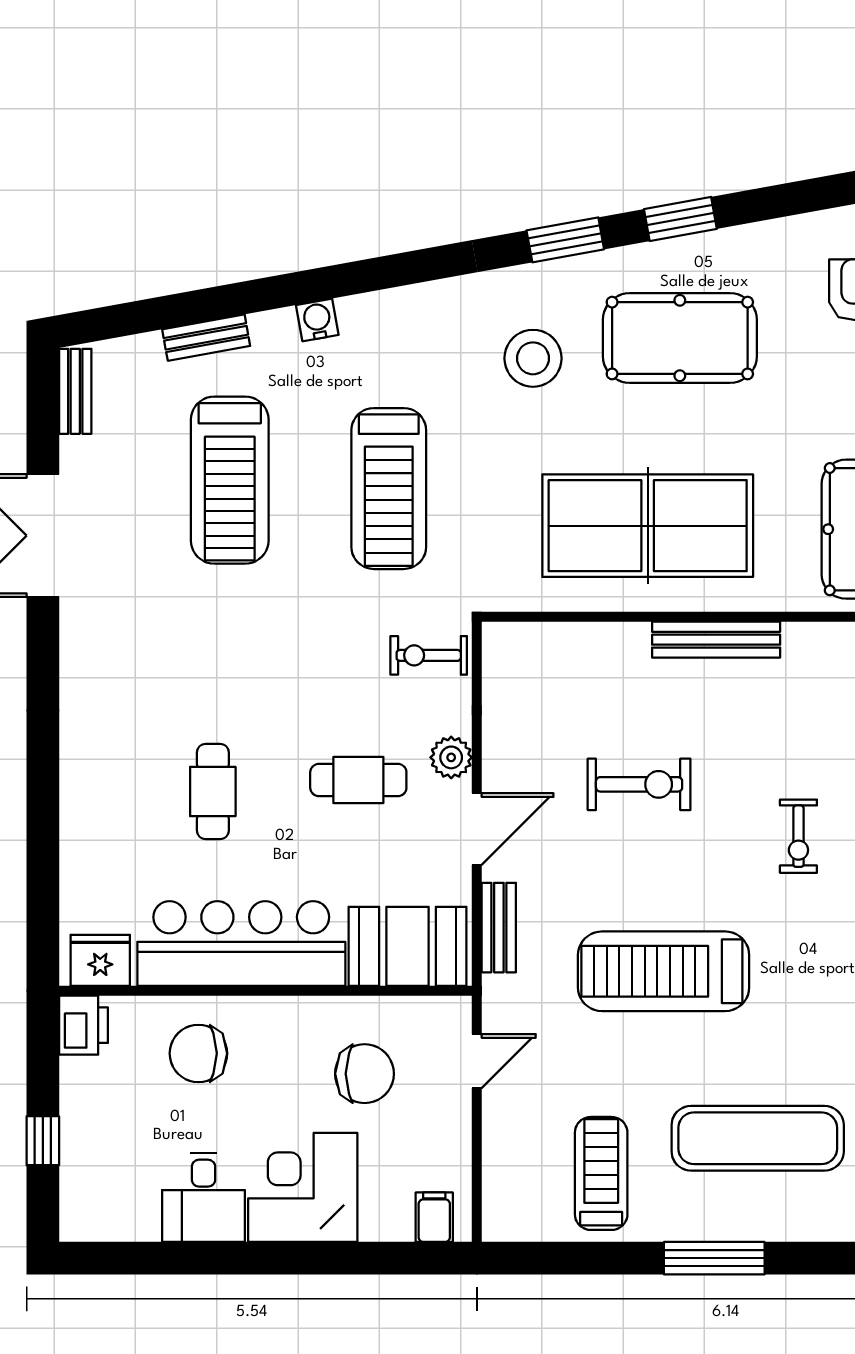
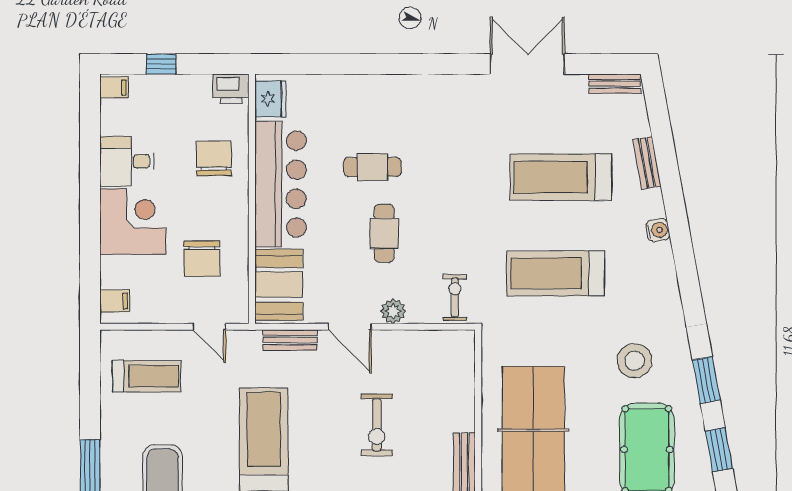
cafe table: (358, 780) -> (384, 233), moved
treadmill: (601, 1173) -> (147, 376), moved
filing cabinet: (81, 1219) -> (114, 87), added

